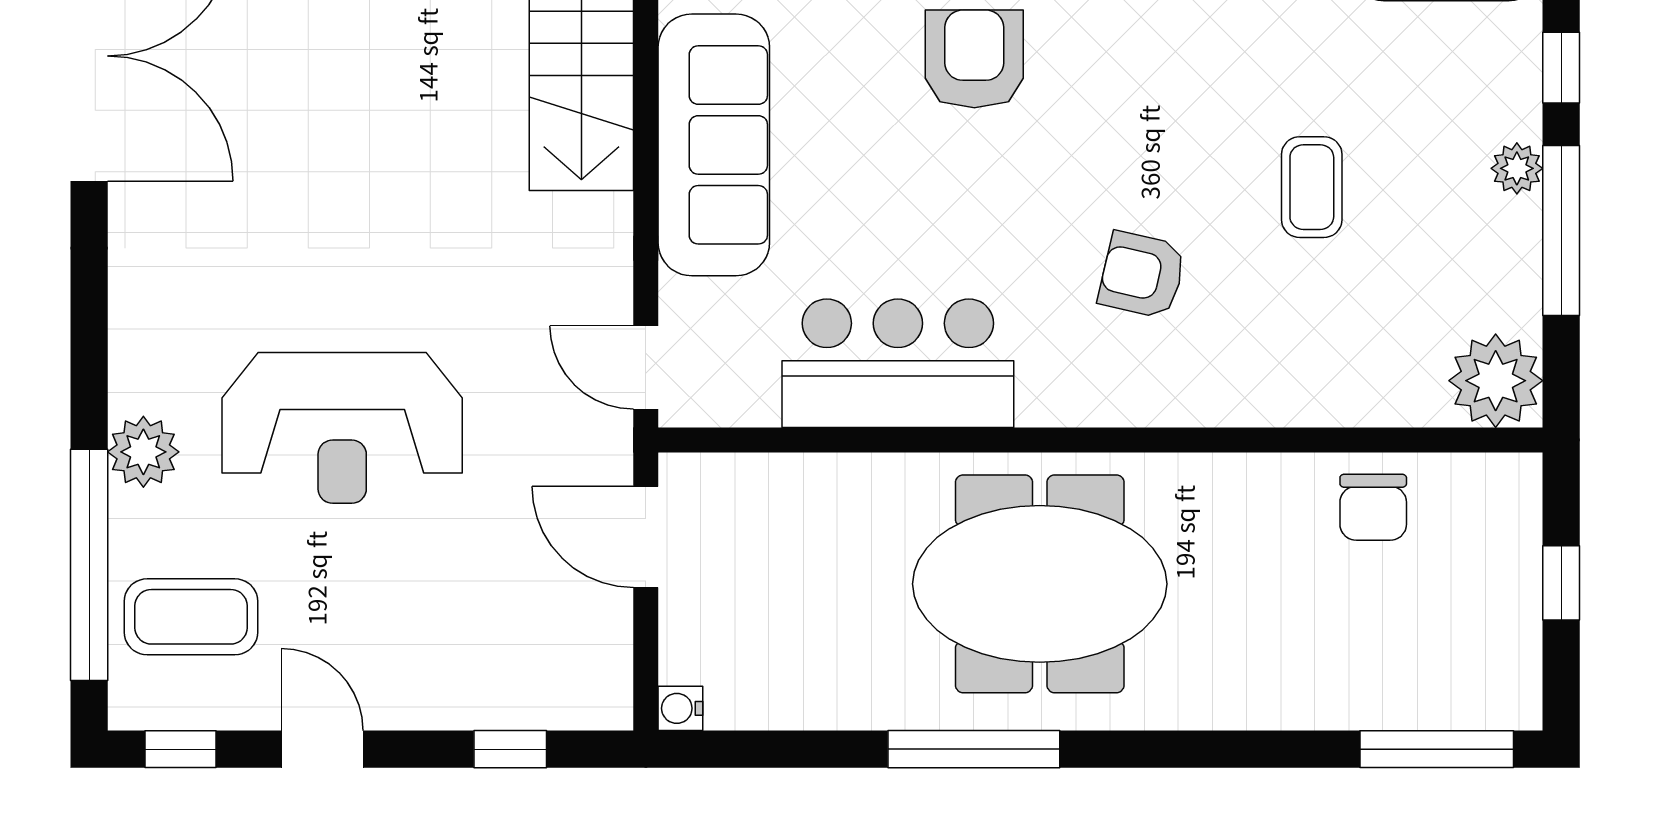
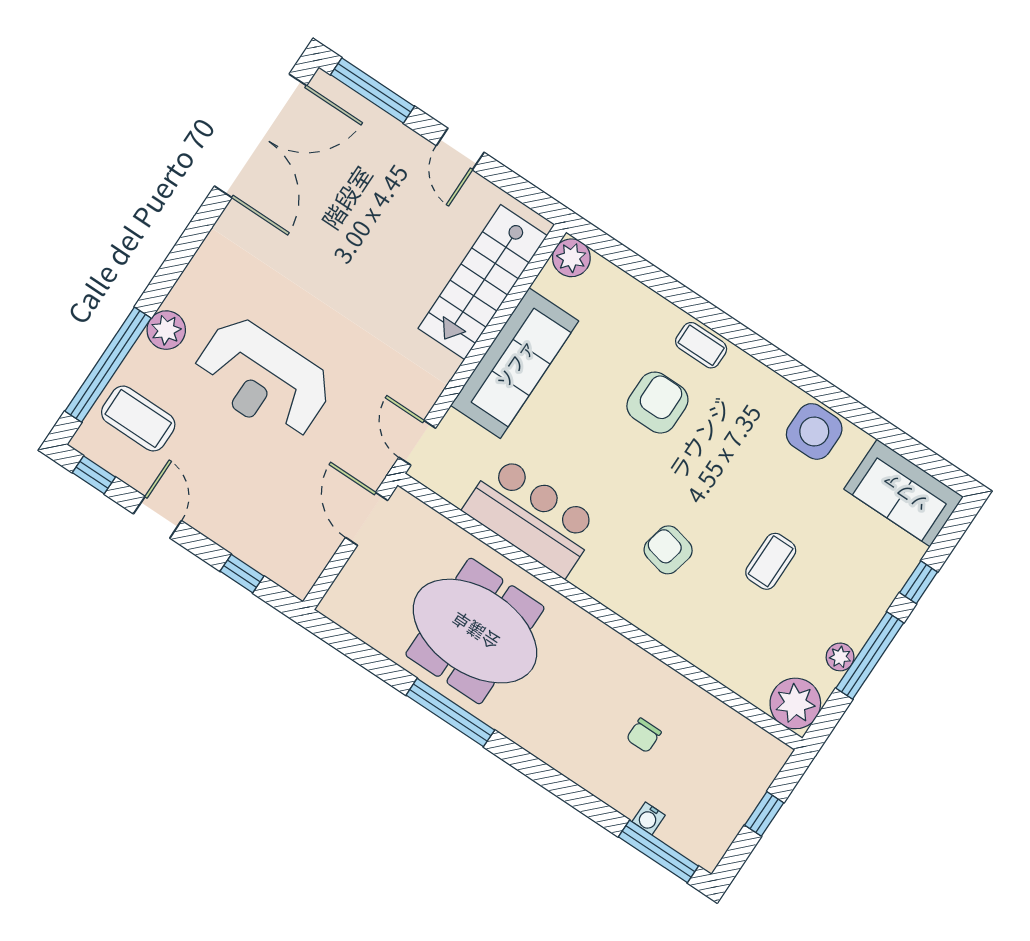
plant: (1517, 168) -> (840, 657), moved
chair: (1373, 507) -> (644, 735), moved, width x0.73, depth x0.73
meeting table: (1040, 584) -> (475, 631), moved
water cooler: (680, 708) -> (649, 818), moved, turned -90

